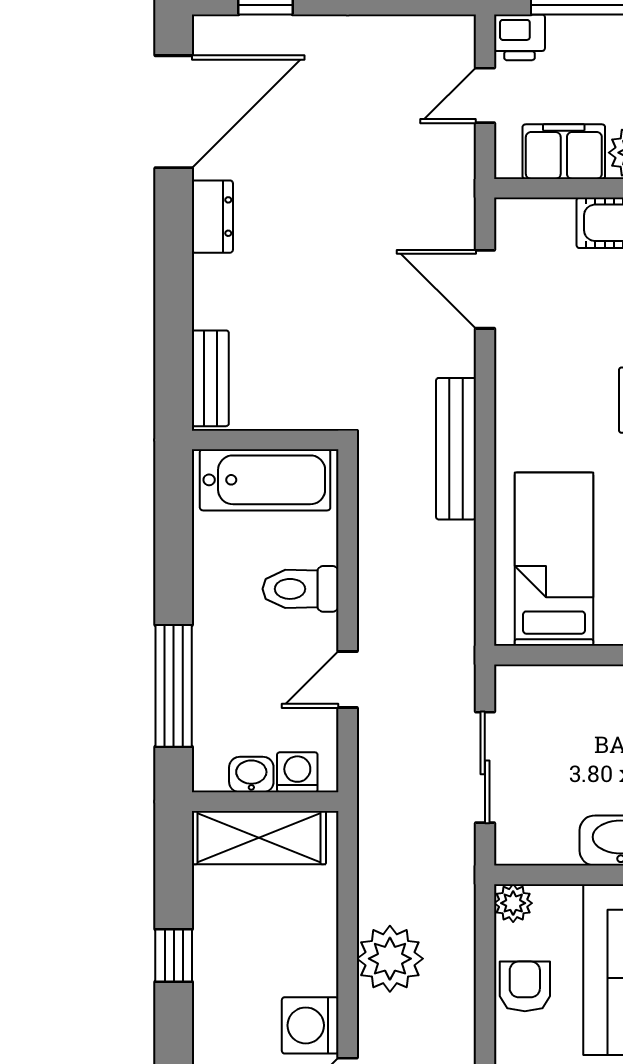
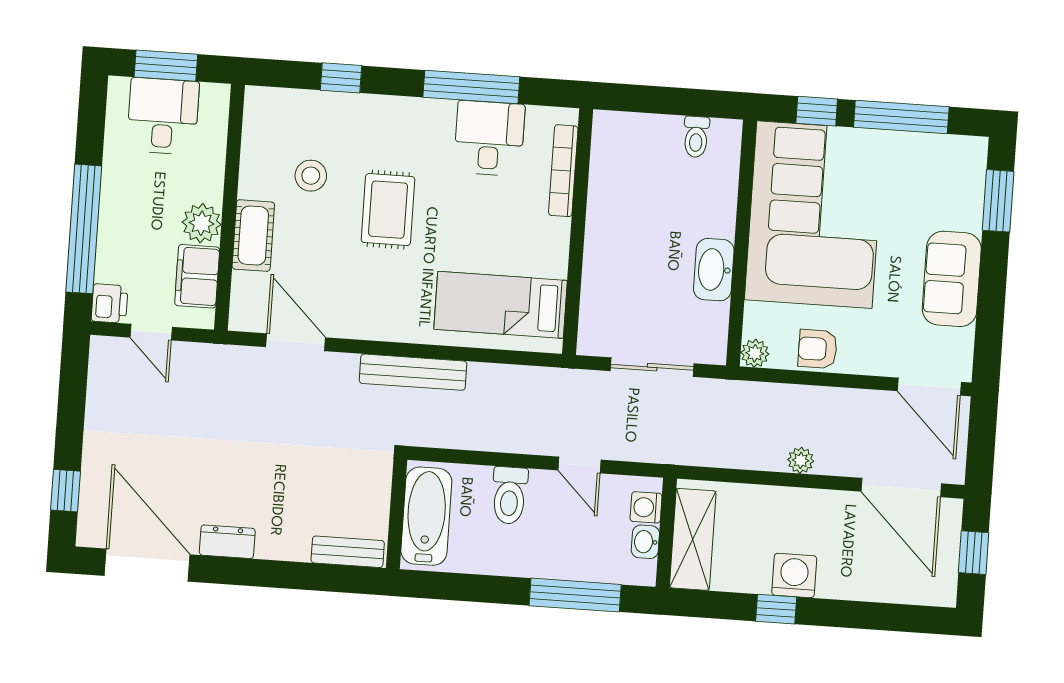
door: (485, 289) -> (296, 342), swing flipped
plant: (390, 959) -> (801, 460), width x0.53, depth x0.53
washing machine: (310, 1025) -> (794, 575), moved, turned 180

